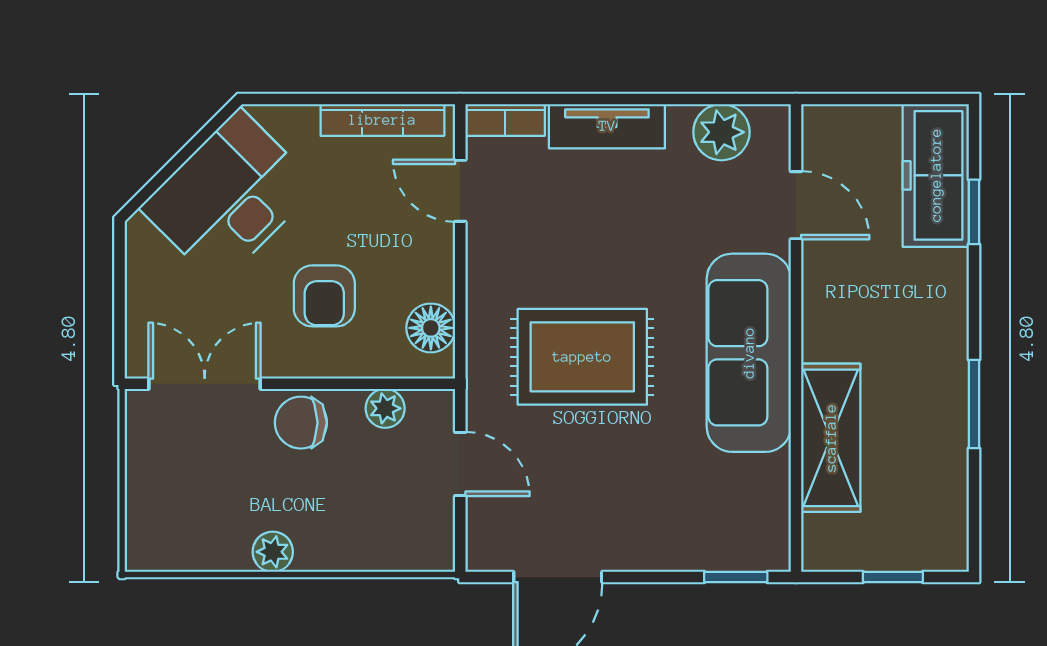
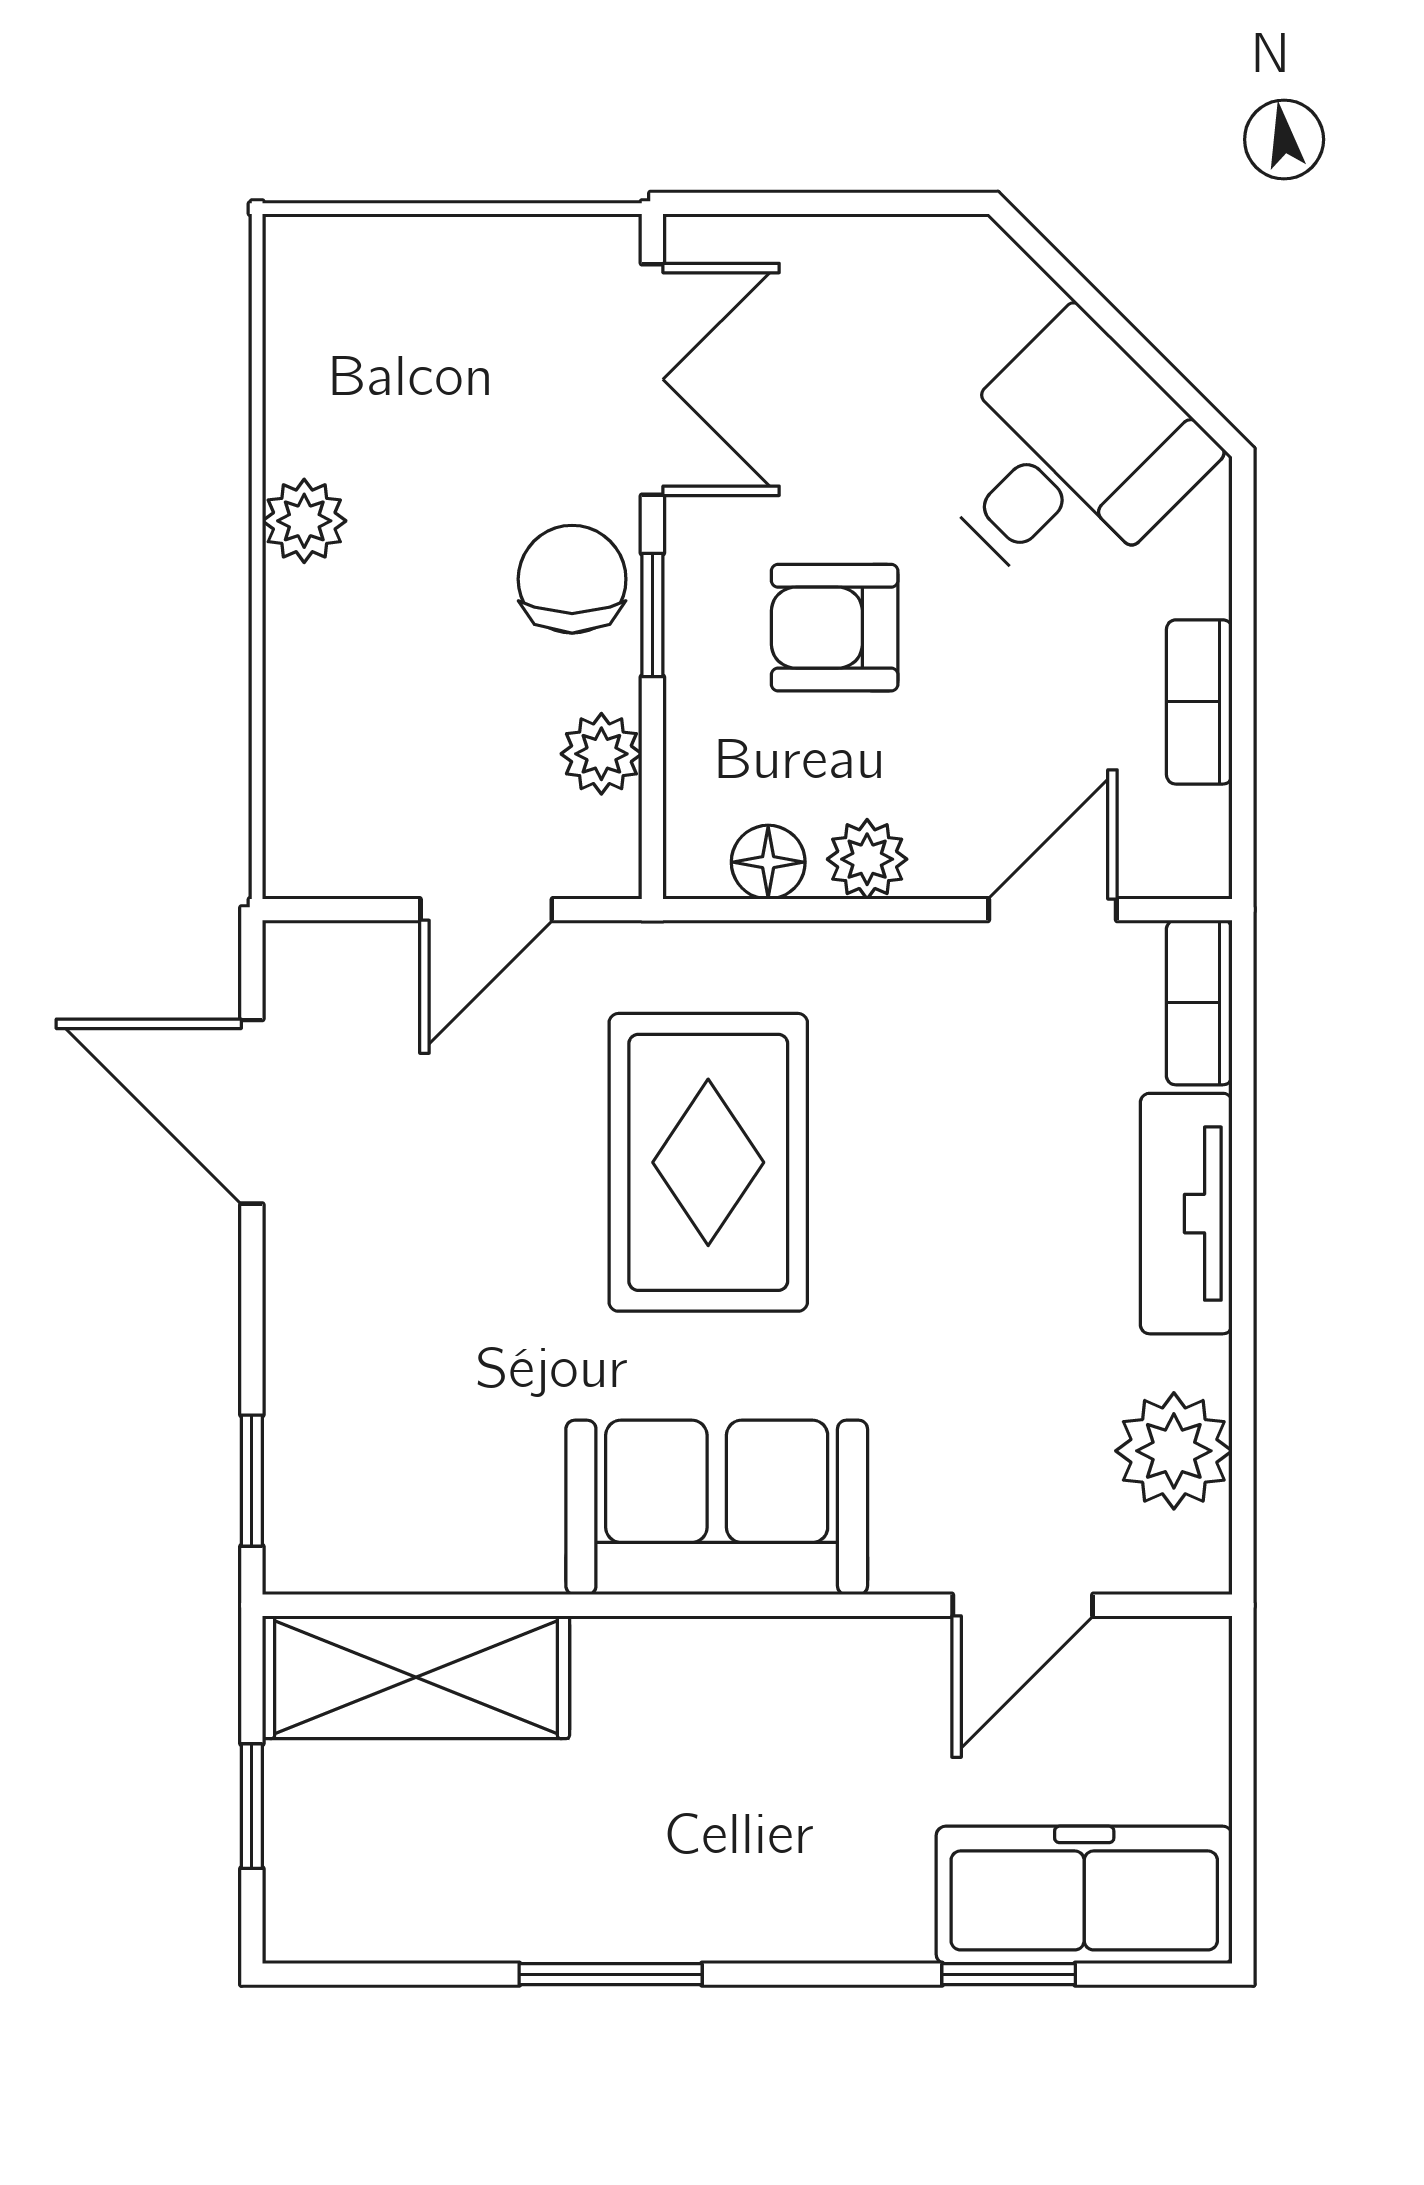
bookcase: (382, 120) -> (1199, 702), width x0.64
desk: (229, 197) -> (1068, 459), width x0.73
plant: (436, 280) -> (867, 859), added
floor lamp: (431, 328) -> (768, 862), width x0.73, depth x0.73
sofa: (749, 353) -> (717, 1507), width x0.73
window: (318, 384) -> (652, 615), added
shelving: (831, 438) -> (416, 1677), moved

